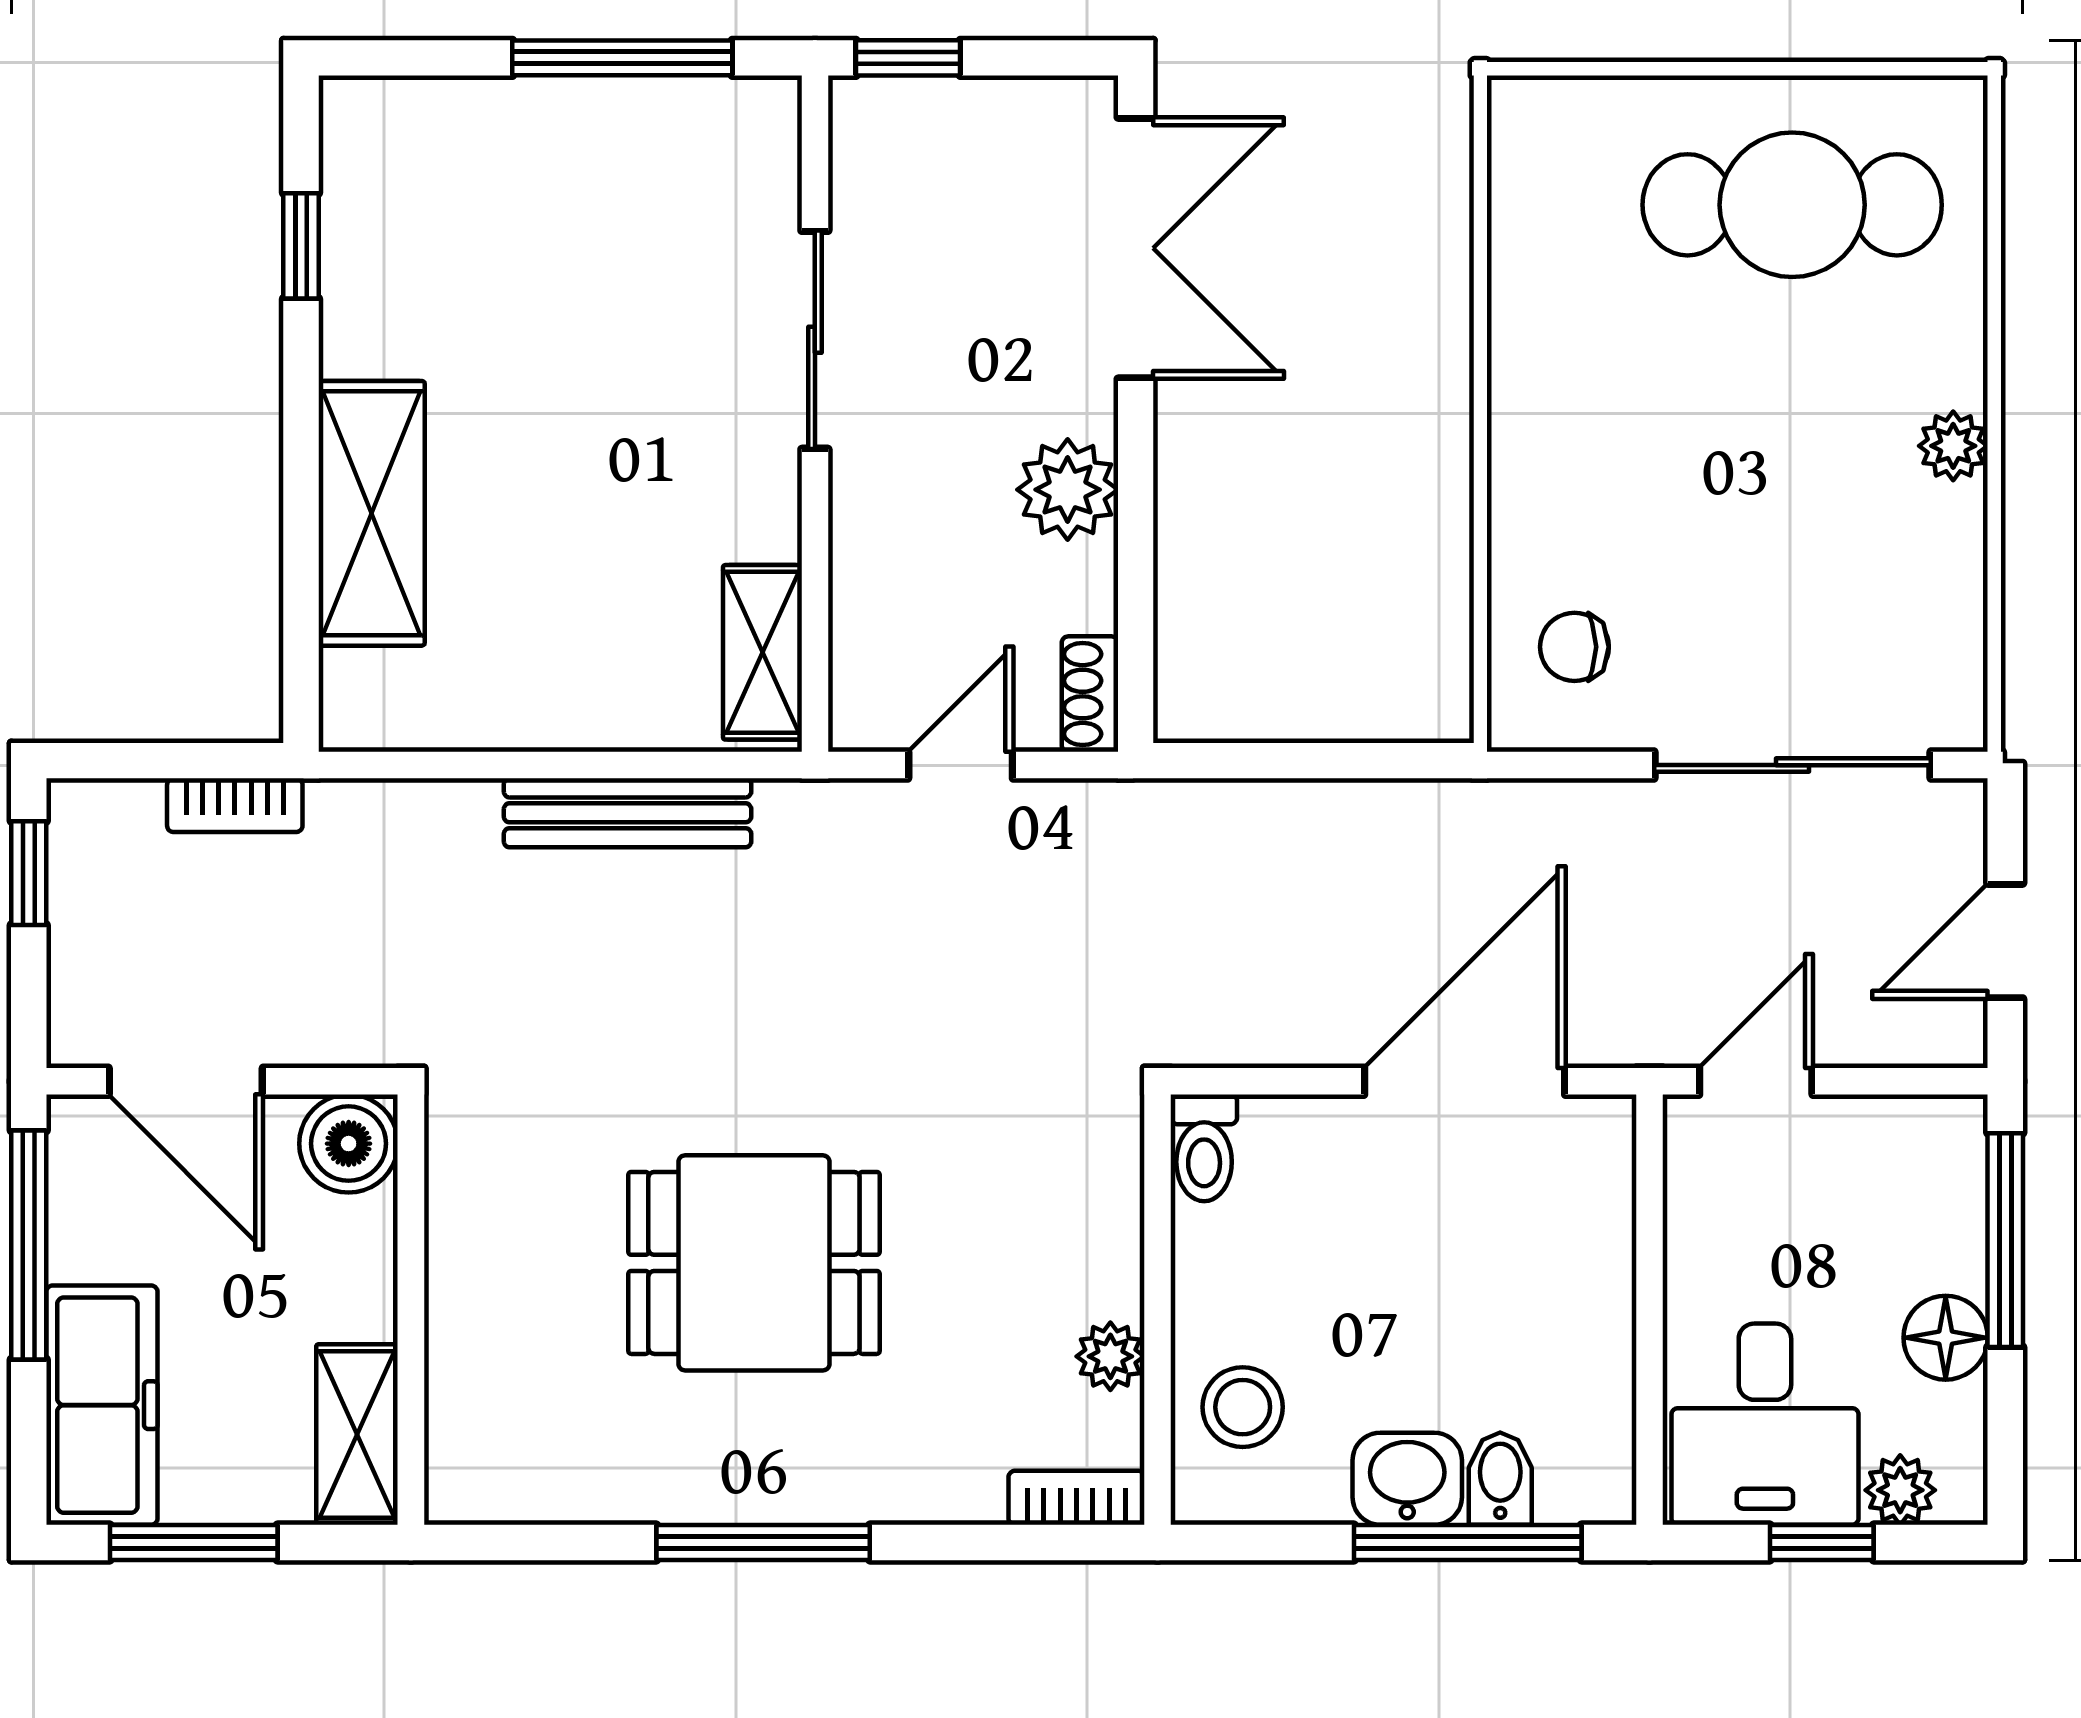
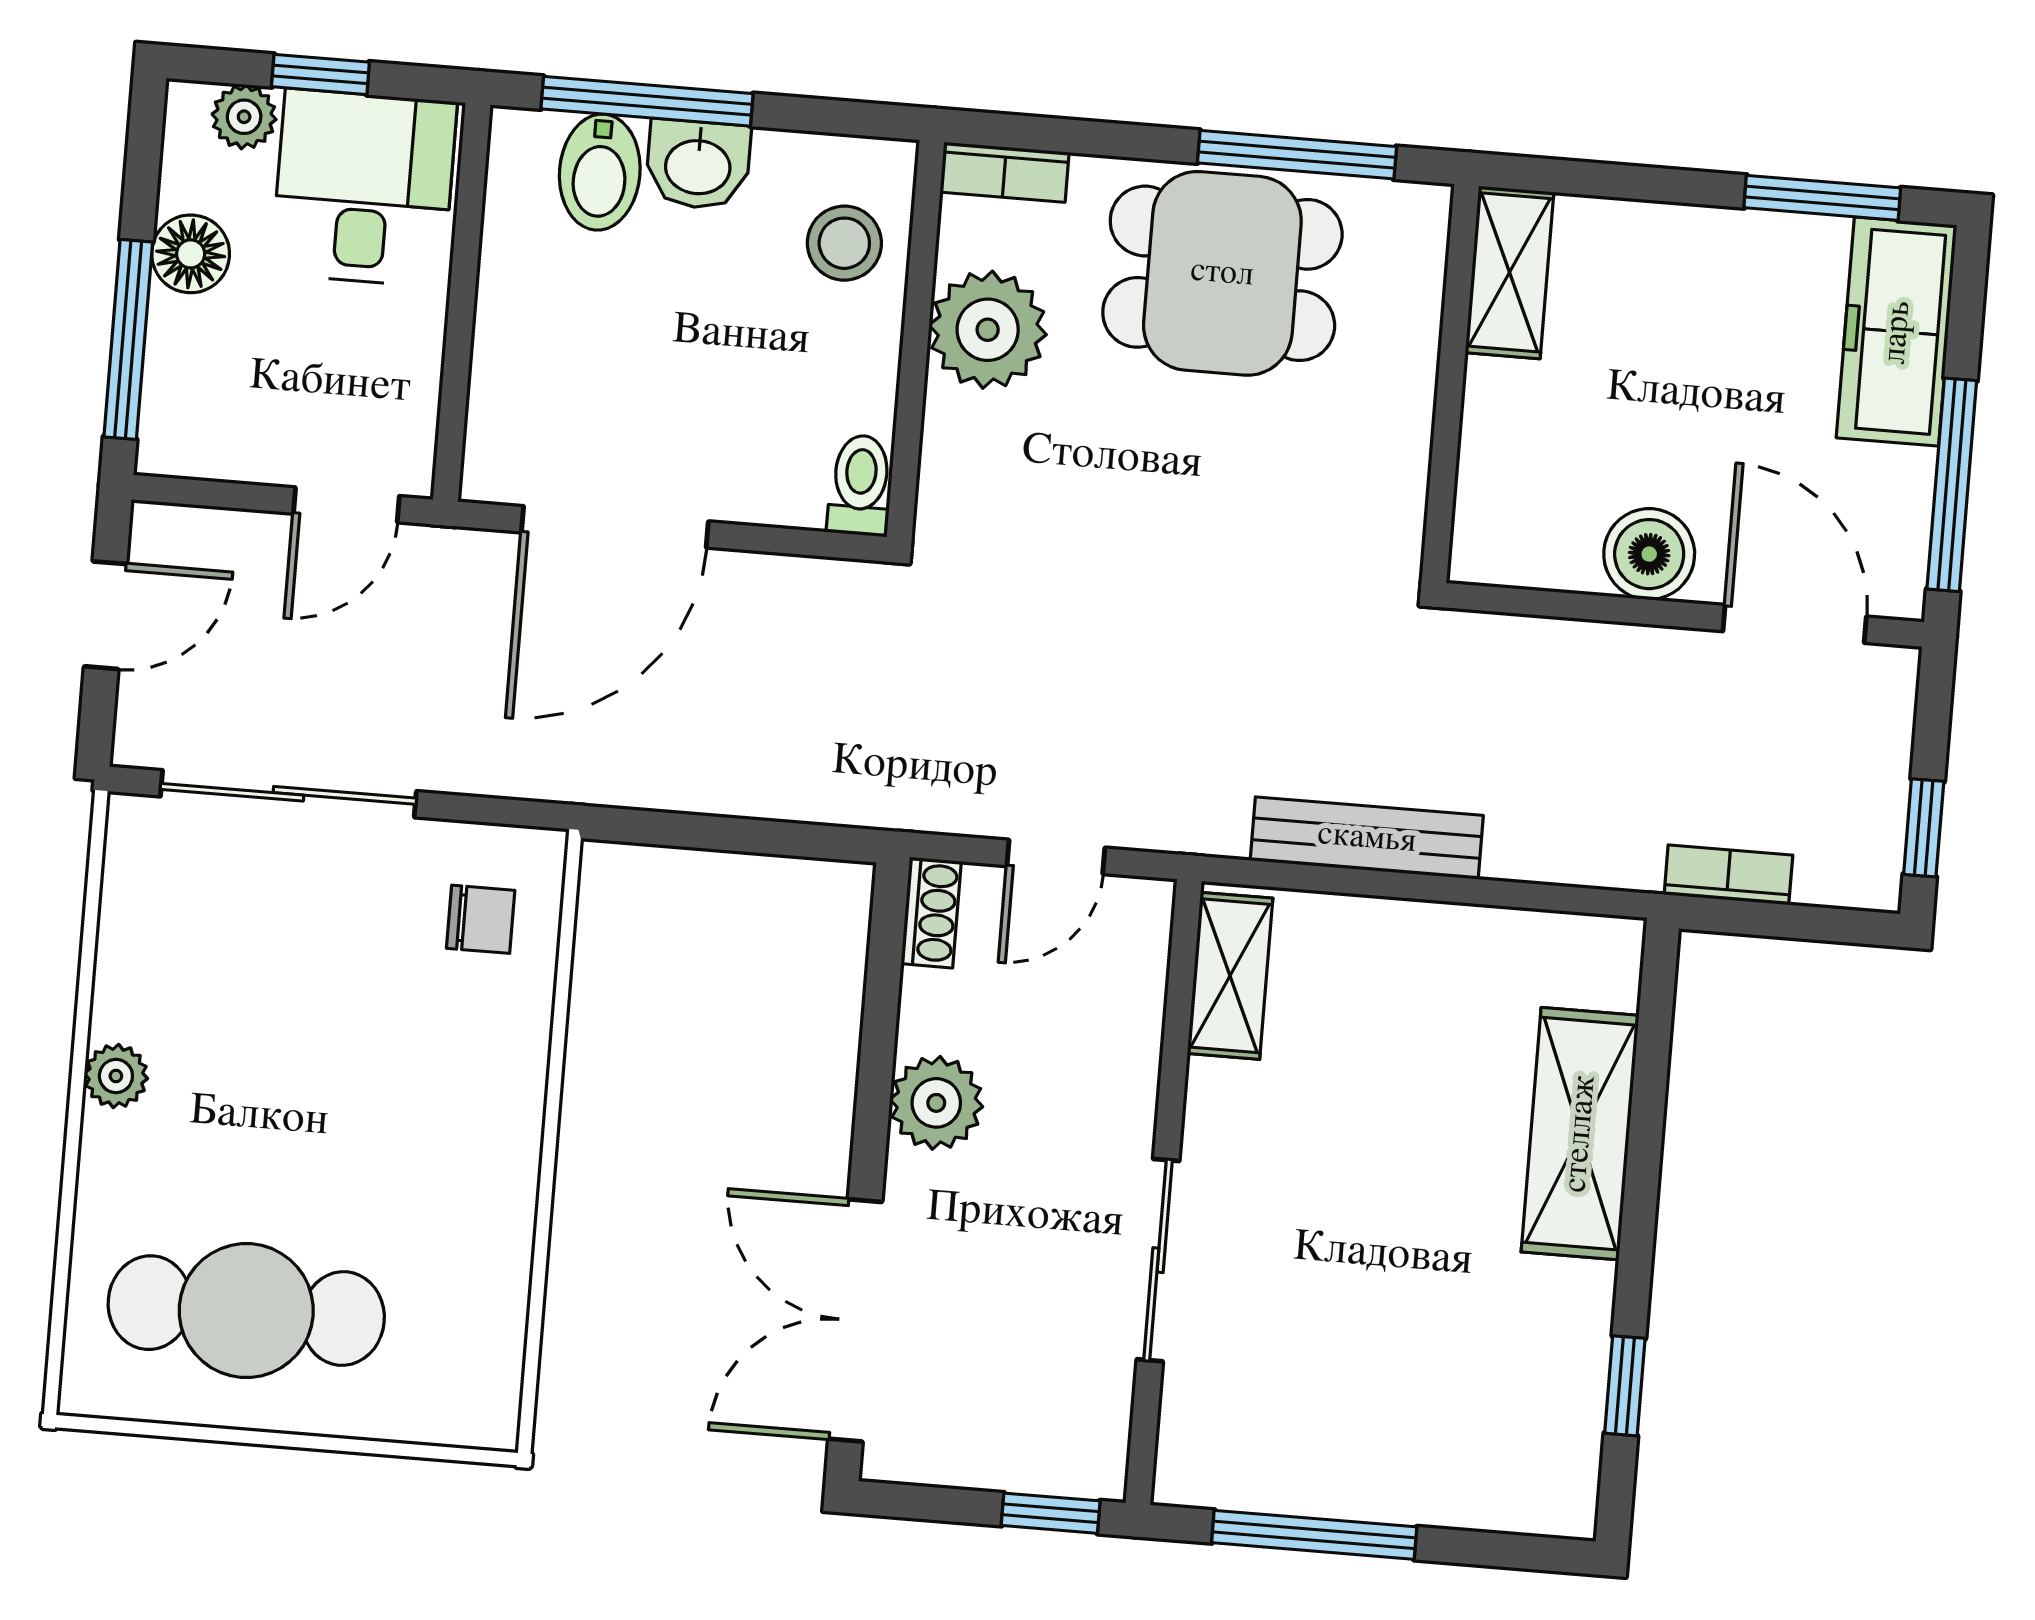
dining table: (754, 1263) -> (1222, 273), moved
wall: (411, 1310) -> (1450, 383), moved
plant: (1110, 1356) -> (988, 330), width x1.88, depth x1.88
shelving: (357, 1435) -> (1509, 272), moved
bidet: (1500, 1479) -> (600, 172), width x1.38, depth x1.36

